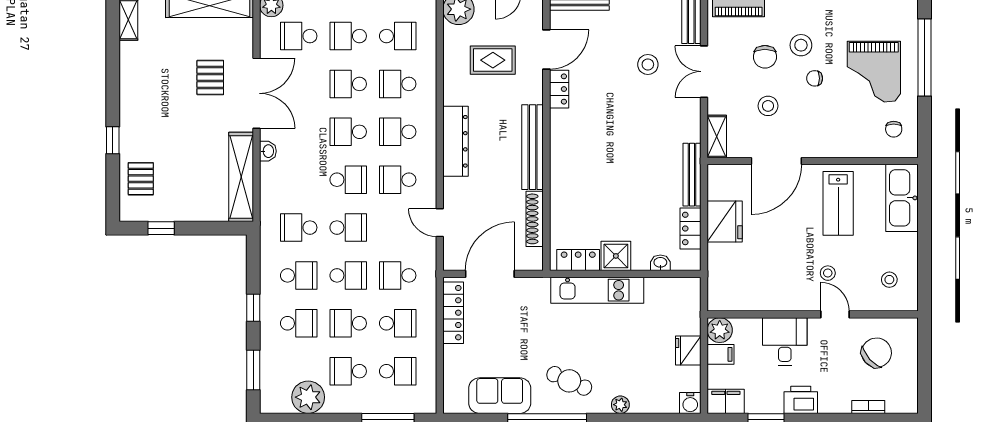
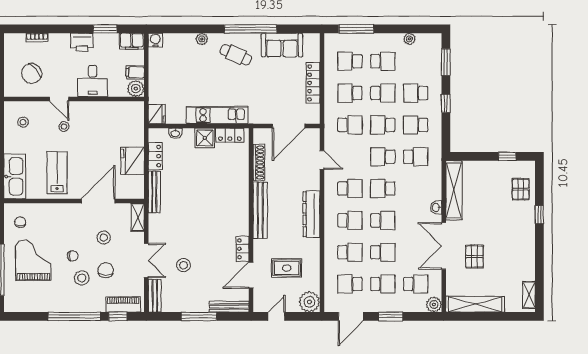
locker: (453, 313) -> (313, 83), moved
fridge: (688, 351) -> (157, 114), moved
plant: (308, 397) -> (409, 39), width x0.53, depth x0.53

